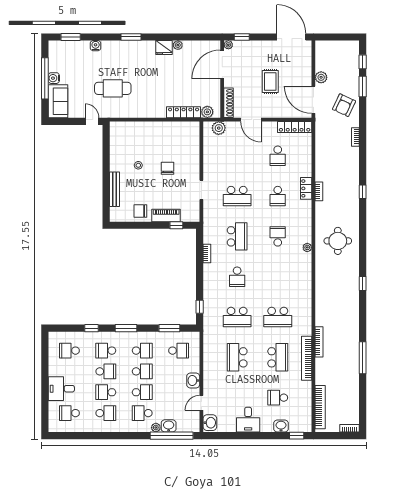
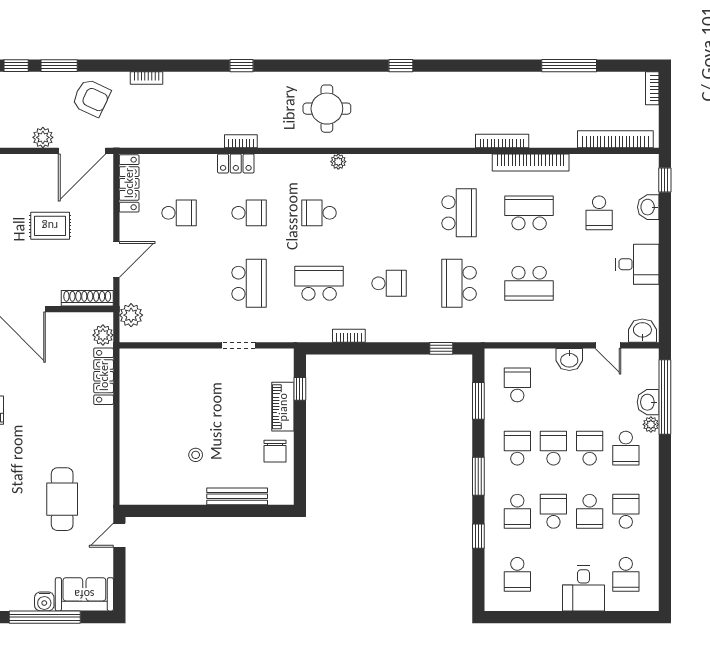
chair: (167, 168) -> (201, 404), removed
school desk: (237, 317) -> (459, 283), turned 180
window: (363, 358) -> (569, 66), moved

